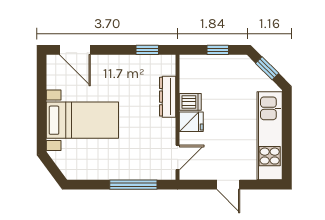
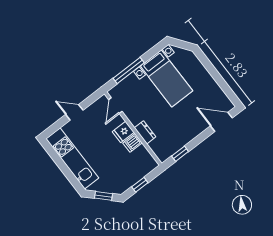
dresser: (168, 97) -> (145, 132), width x0.70
bed with nightstands: (82, 120) -> (167, 78), moved, turned -90

